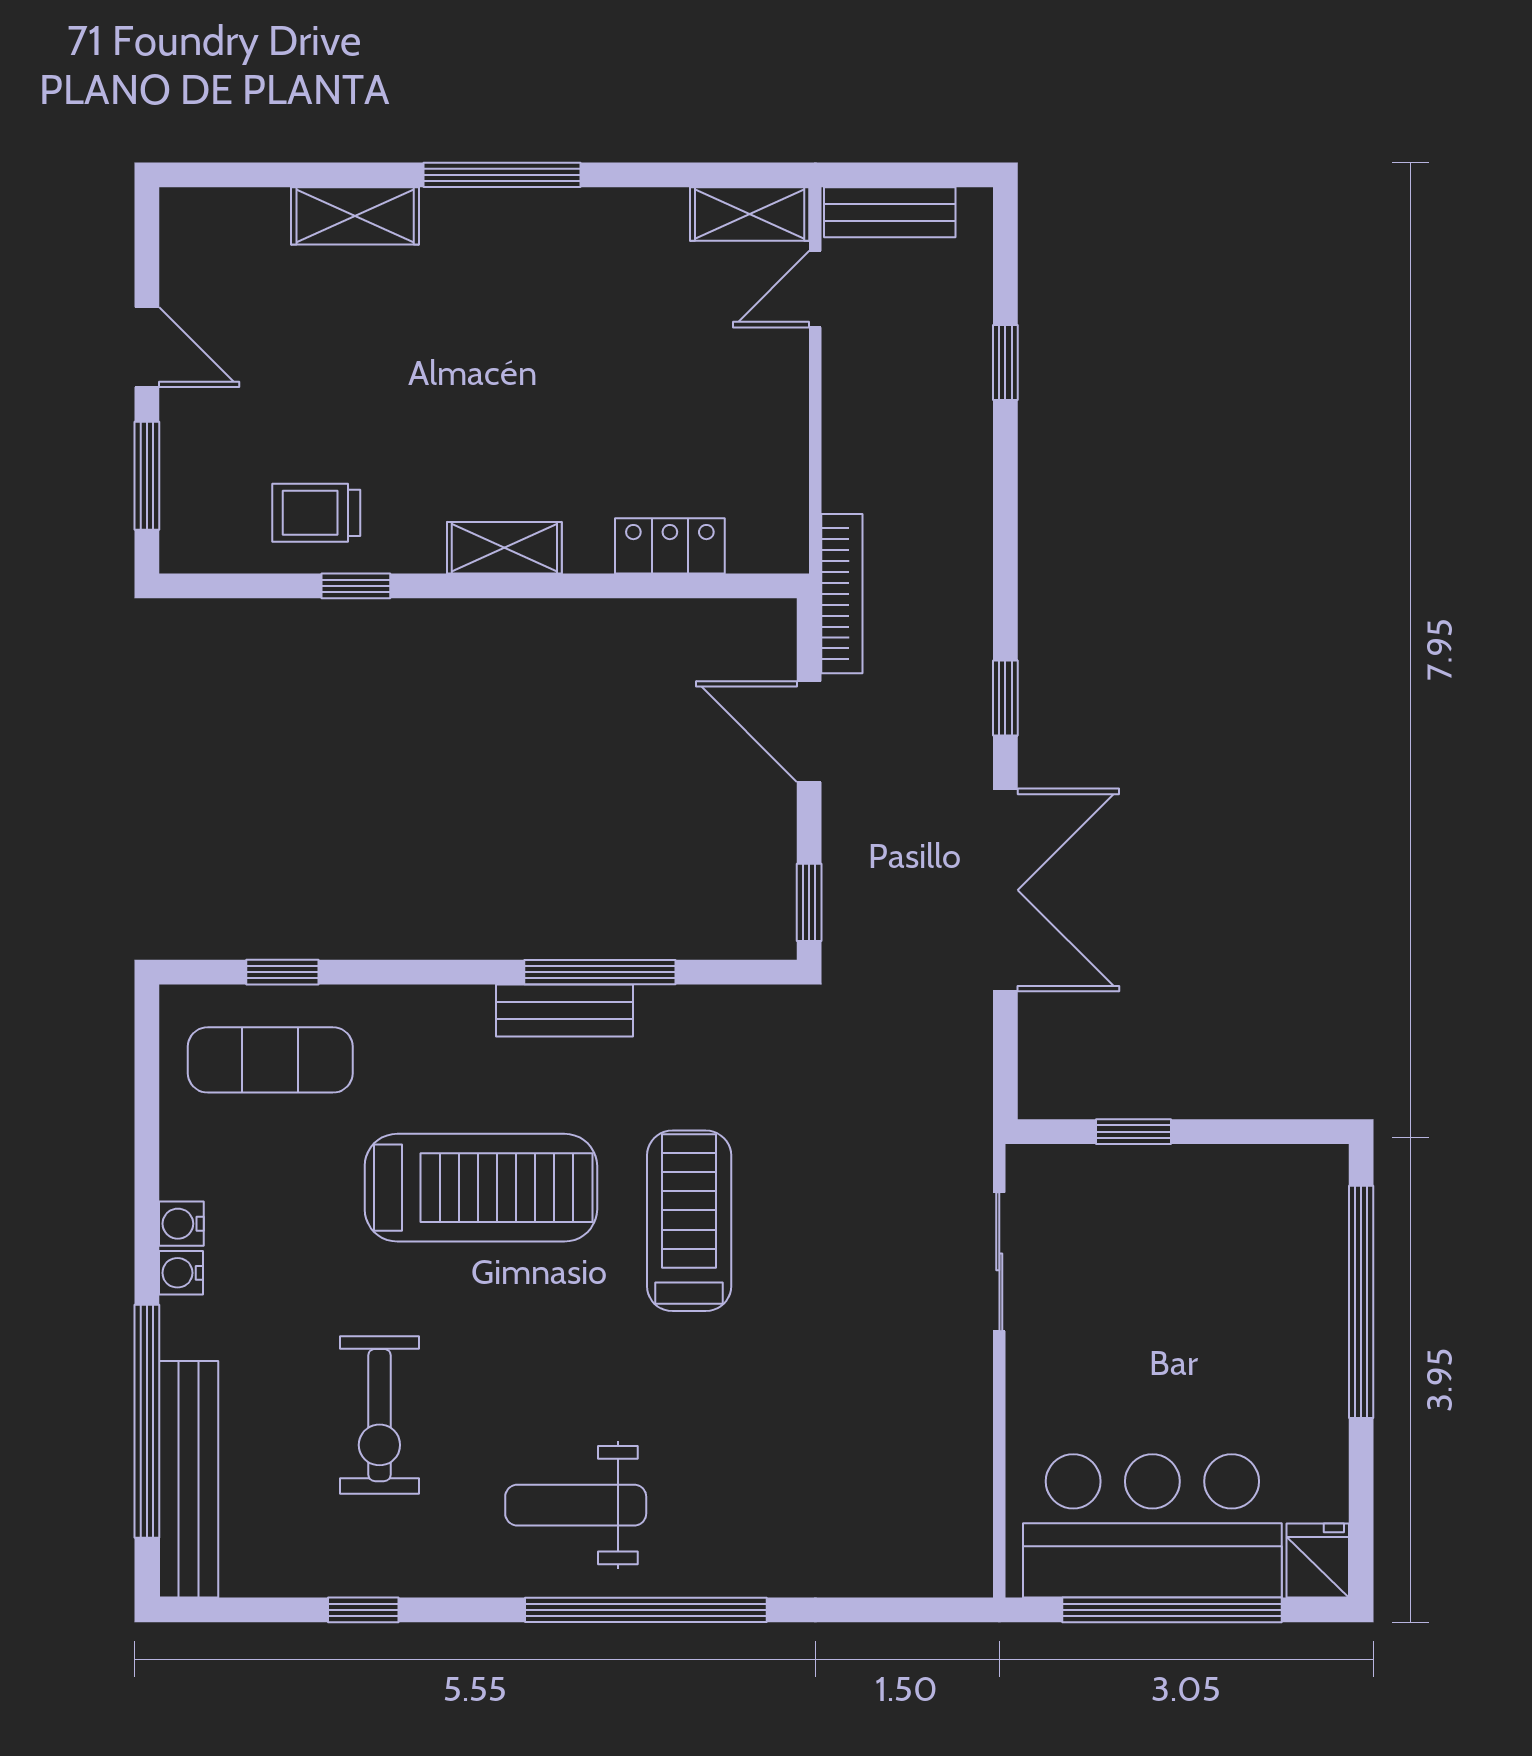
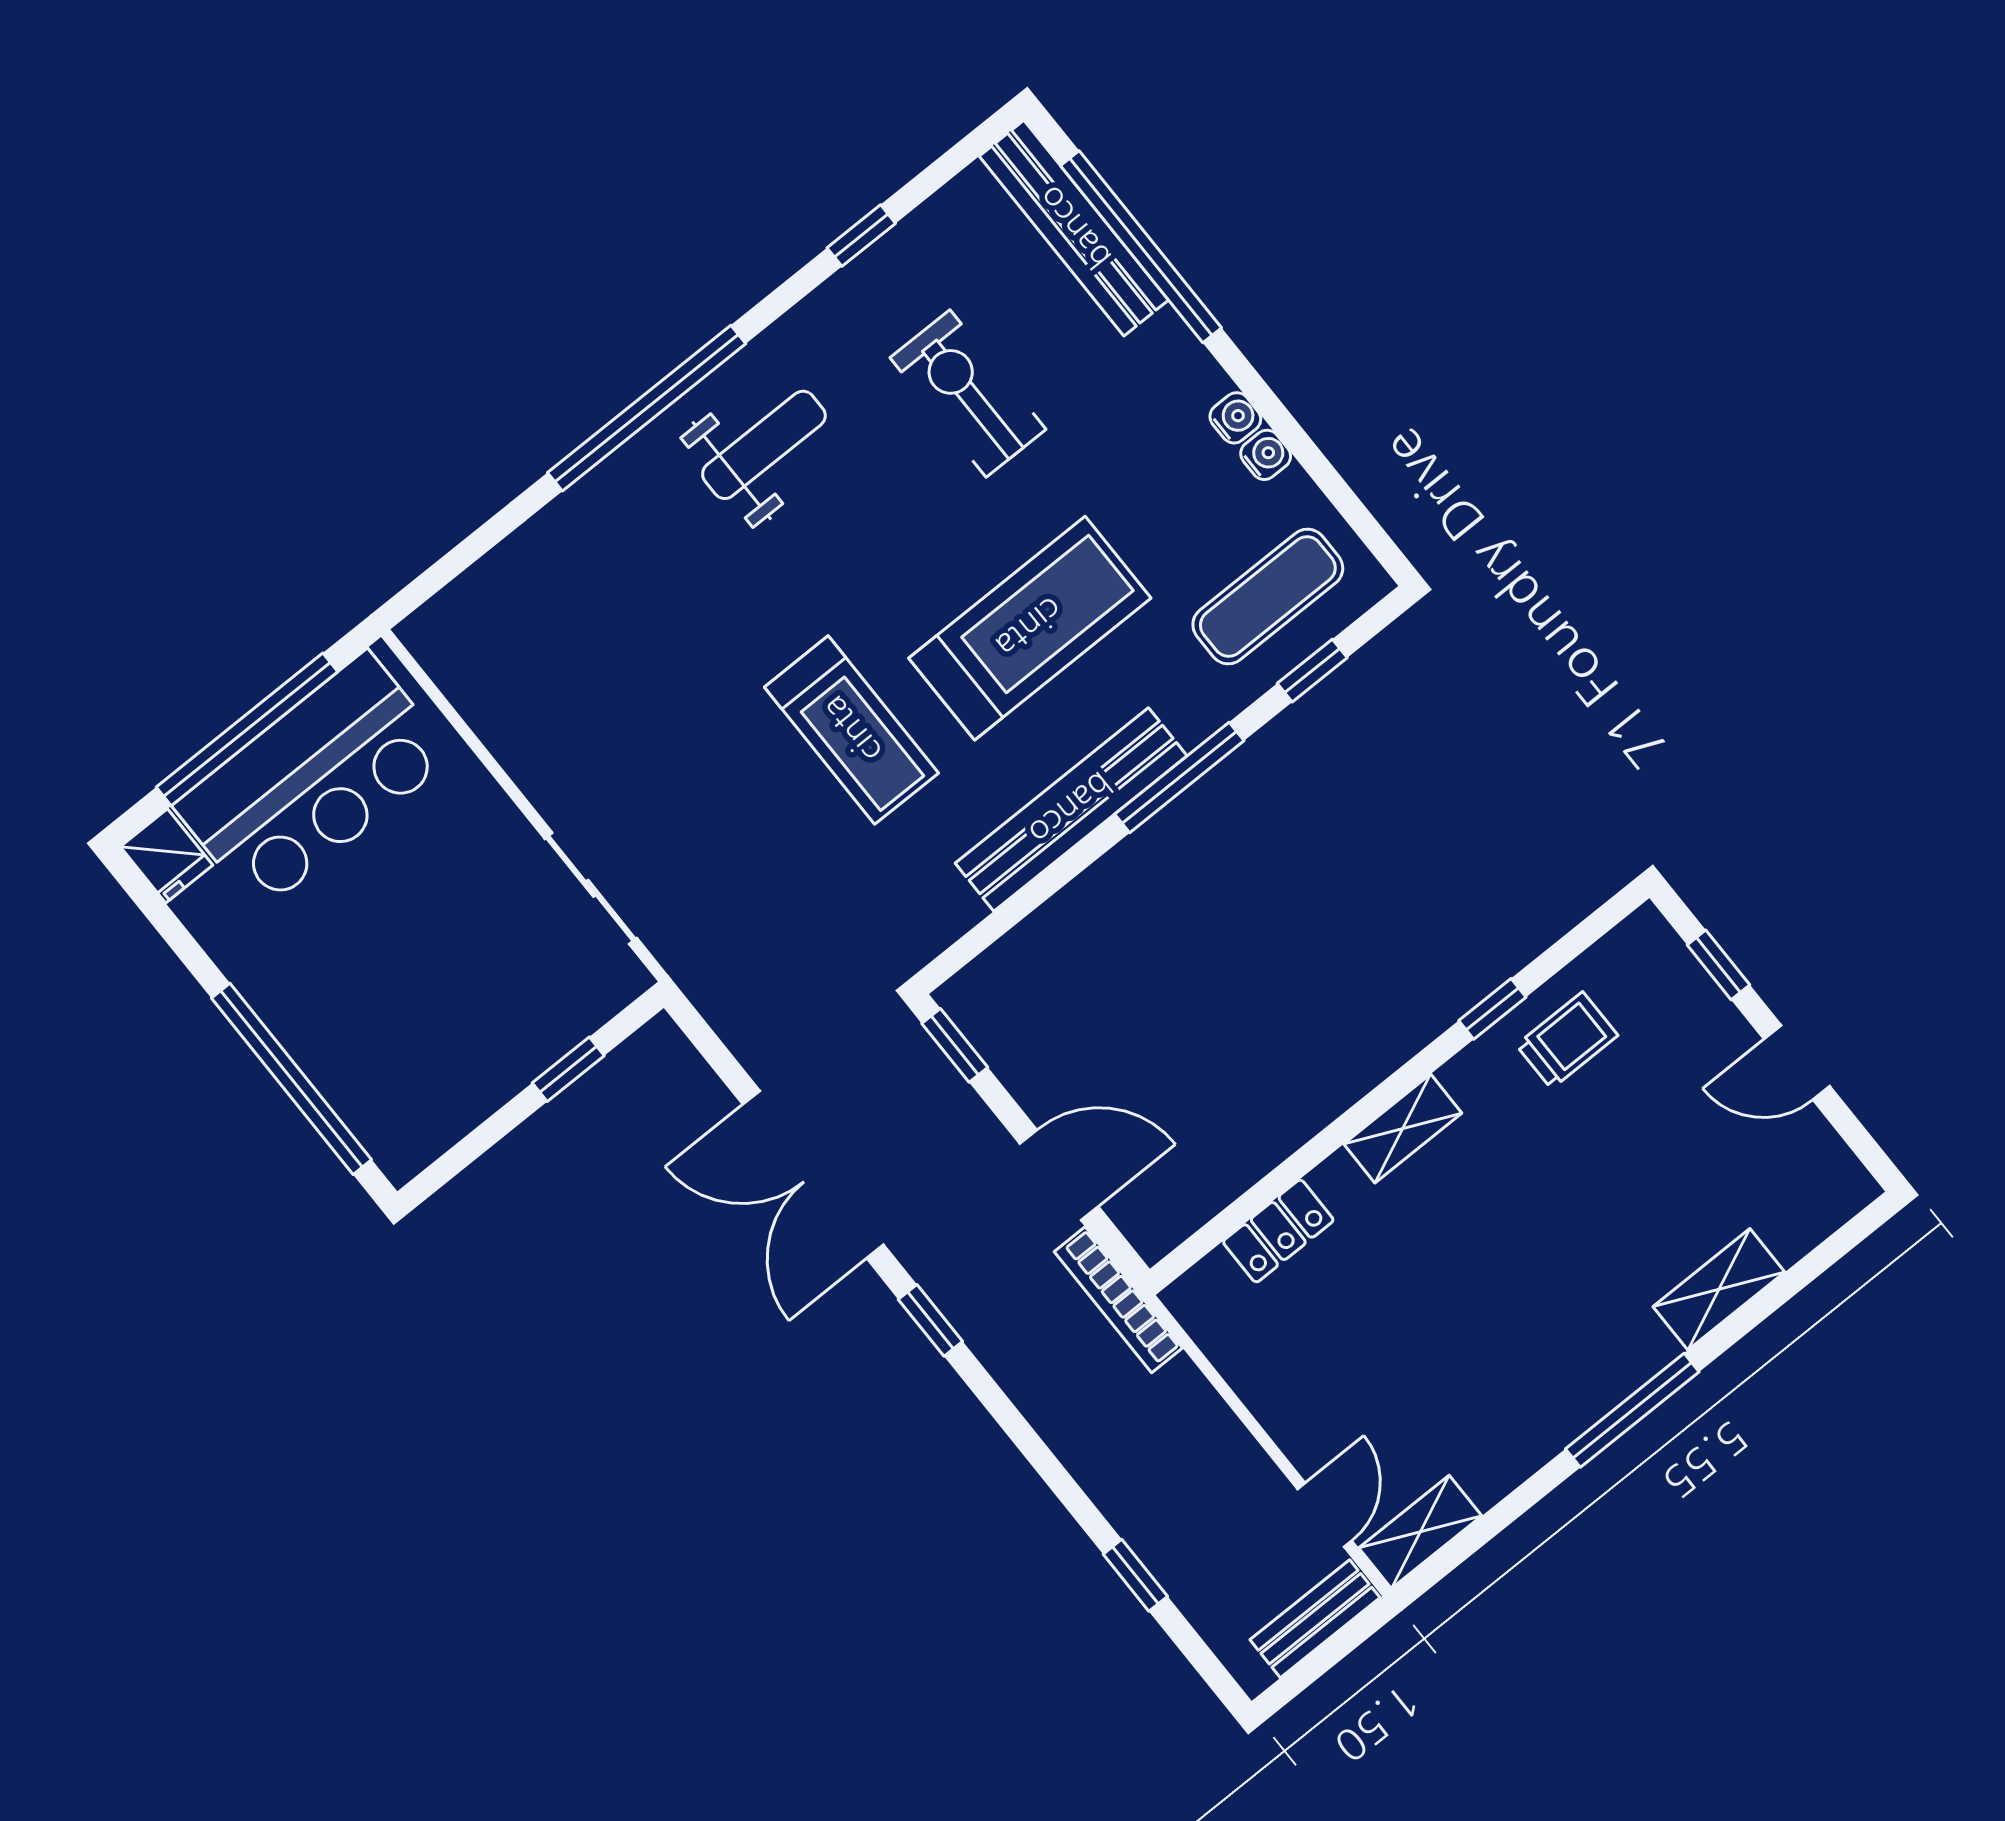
window: (147, 476) -> (1718, 965), width x0.67
window: (600, 972) -> (1179, 777), moved
bench: (564, 1011) -> (1071, 809), width x1.86, depth x1.21
treadmill: (481, 1188) -> (1030, 628), turned 180
water cooler: (181, 1273) -> (1266, 455), moved

